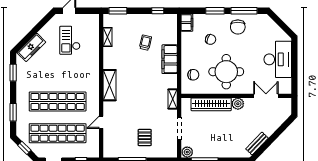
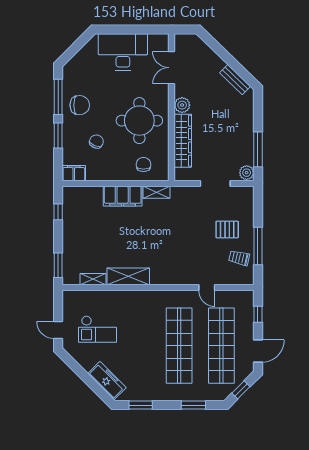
trolley: (145, 43) -> (239, 258), moved
shelving: (109, 85) -> (128, 276), moved
shelving: (173, 99) -> (156, 192), moved

